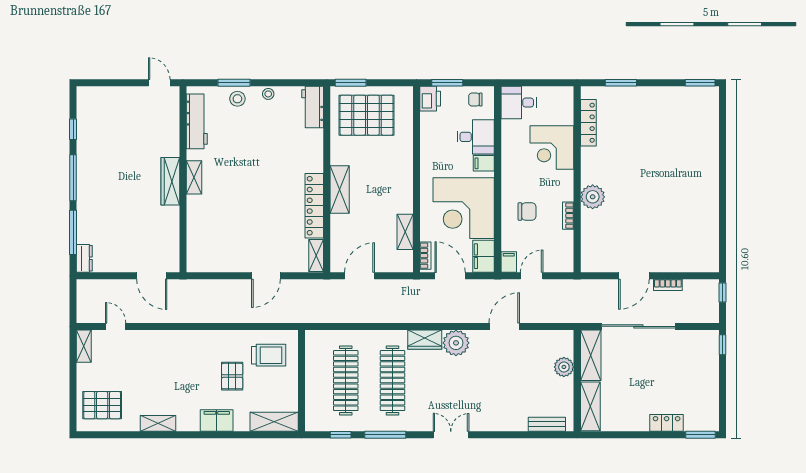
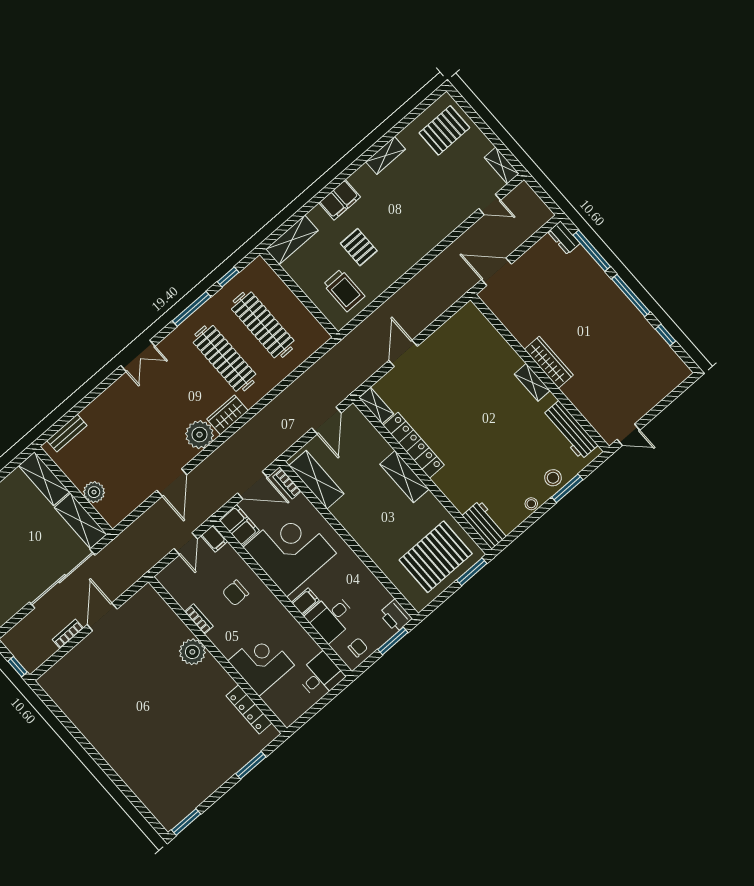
shelving: (405, 232) -> (316, 480), width x1.50, depth x1.33
trolley: (269, 355) -> (344, 290), turned -90

